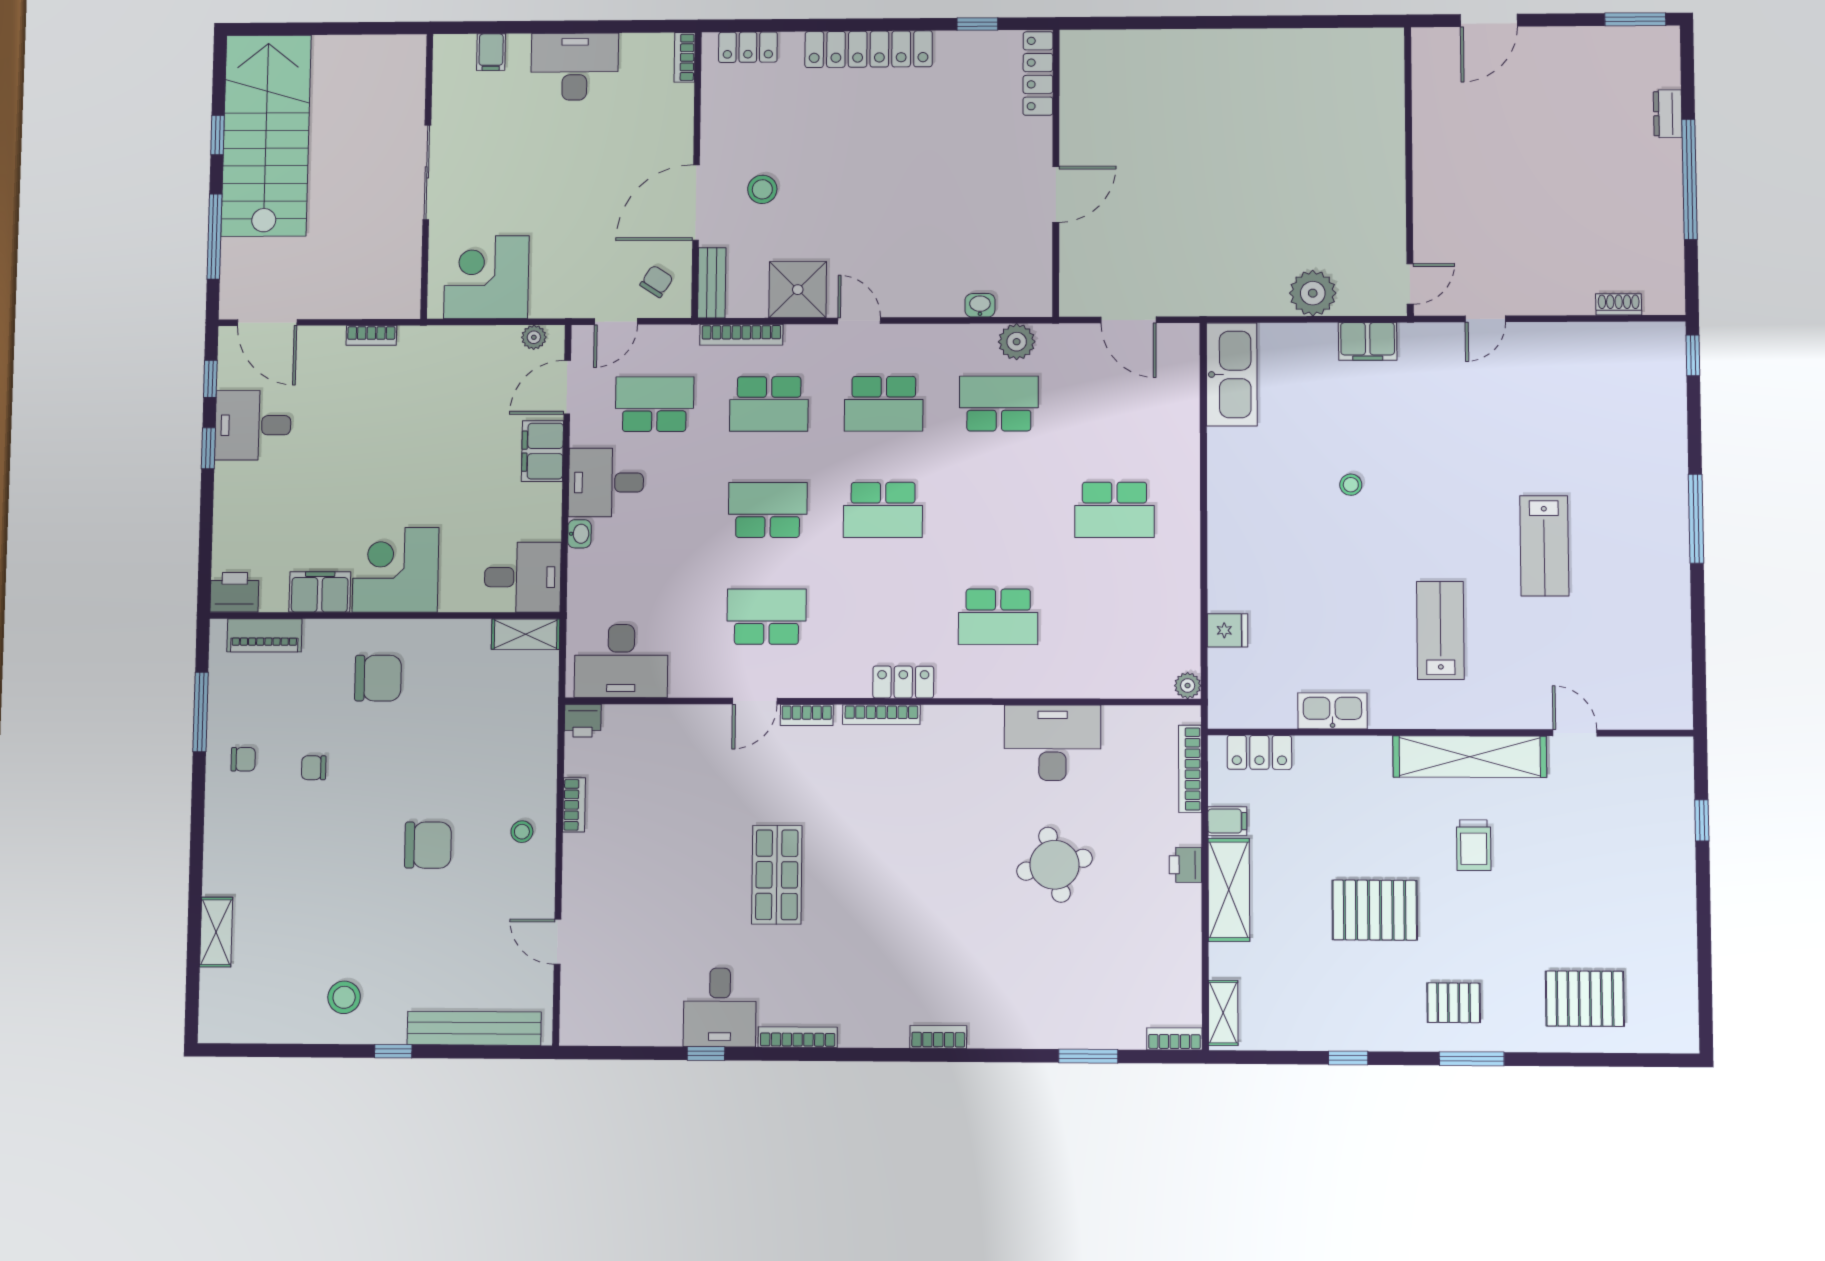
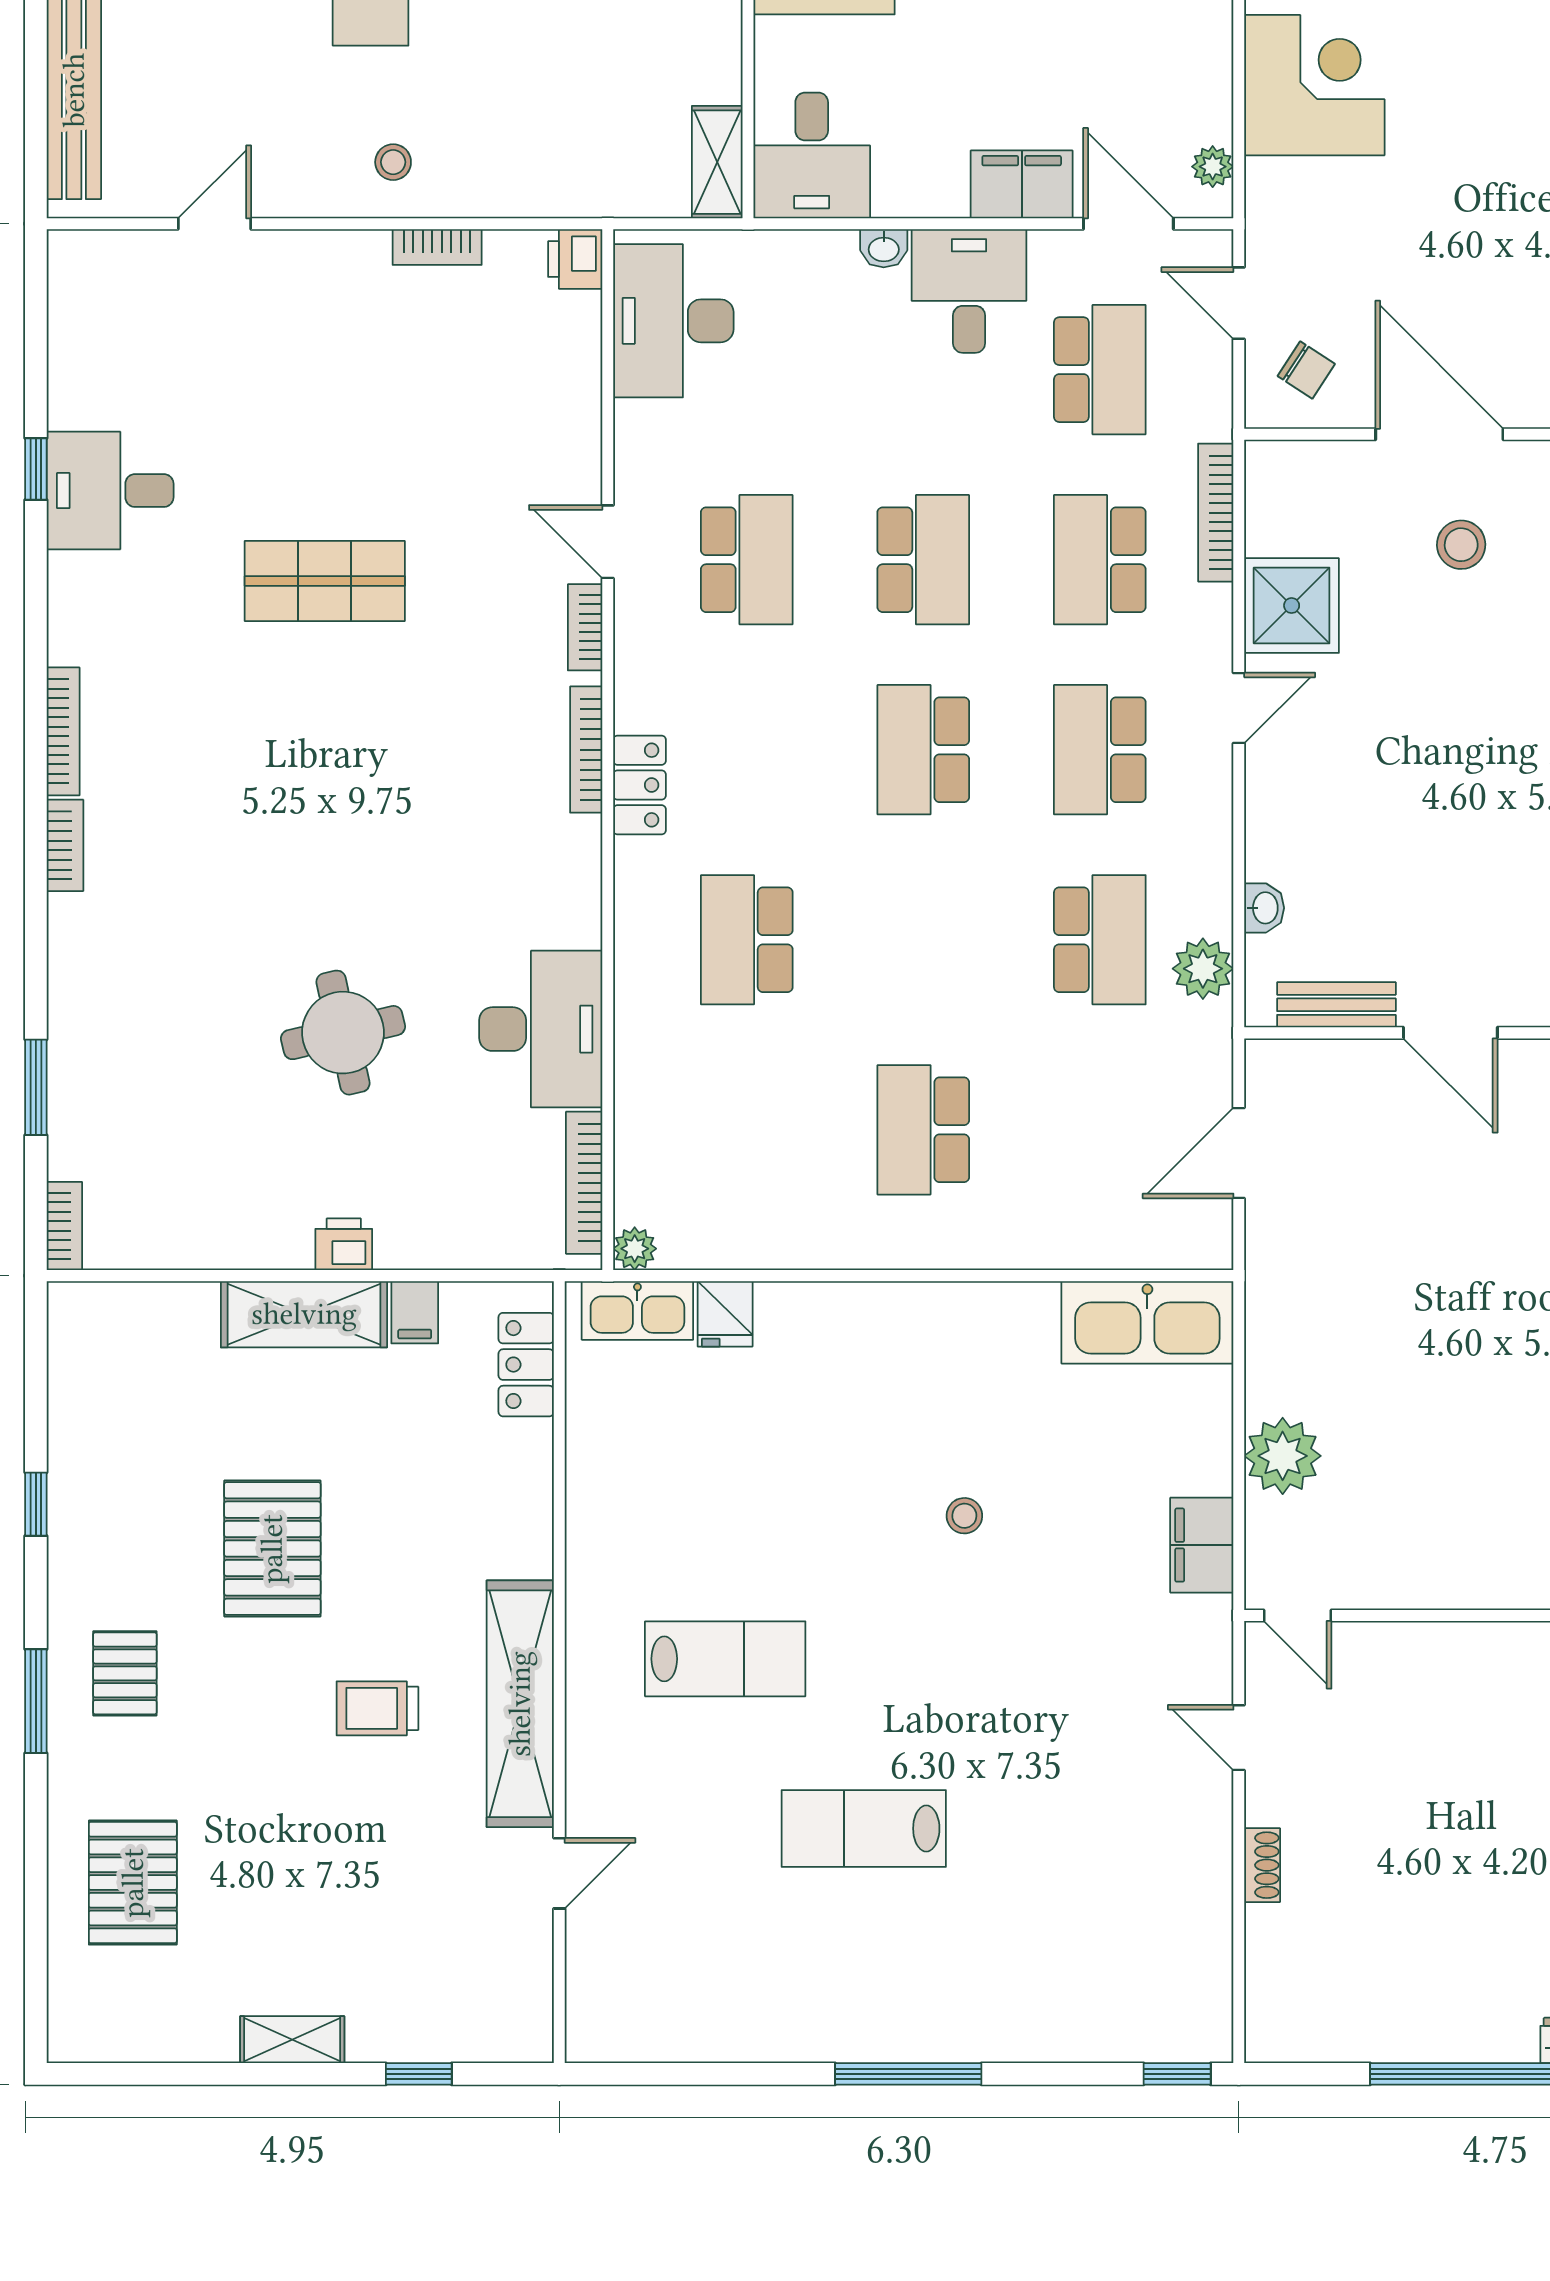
bench: (712, 283) -> (1336, 1005), moved
shoe rack: (1619, 304) -> (1262, 1865), moved
kitchen sink: (1332, 711) -> (637, 1310), moved, turned 90
bookcase: (1190, 769) -> (584, 1183), moved, turned -90
shelving: (1223, 1013) -> (292, 2040), moved
bookcase: (798, 1037) -> (63, 731), moved

